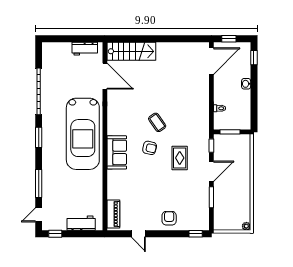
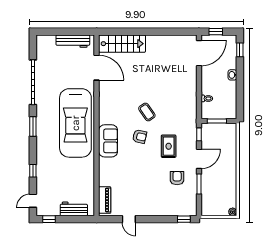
workbench: (85, 49) -> (73, 41), width x1.38
window: (39, 184) -> (33, 171), width x0.46
armchair: (169, 218) -> (177, 178), moved

